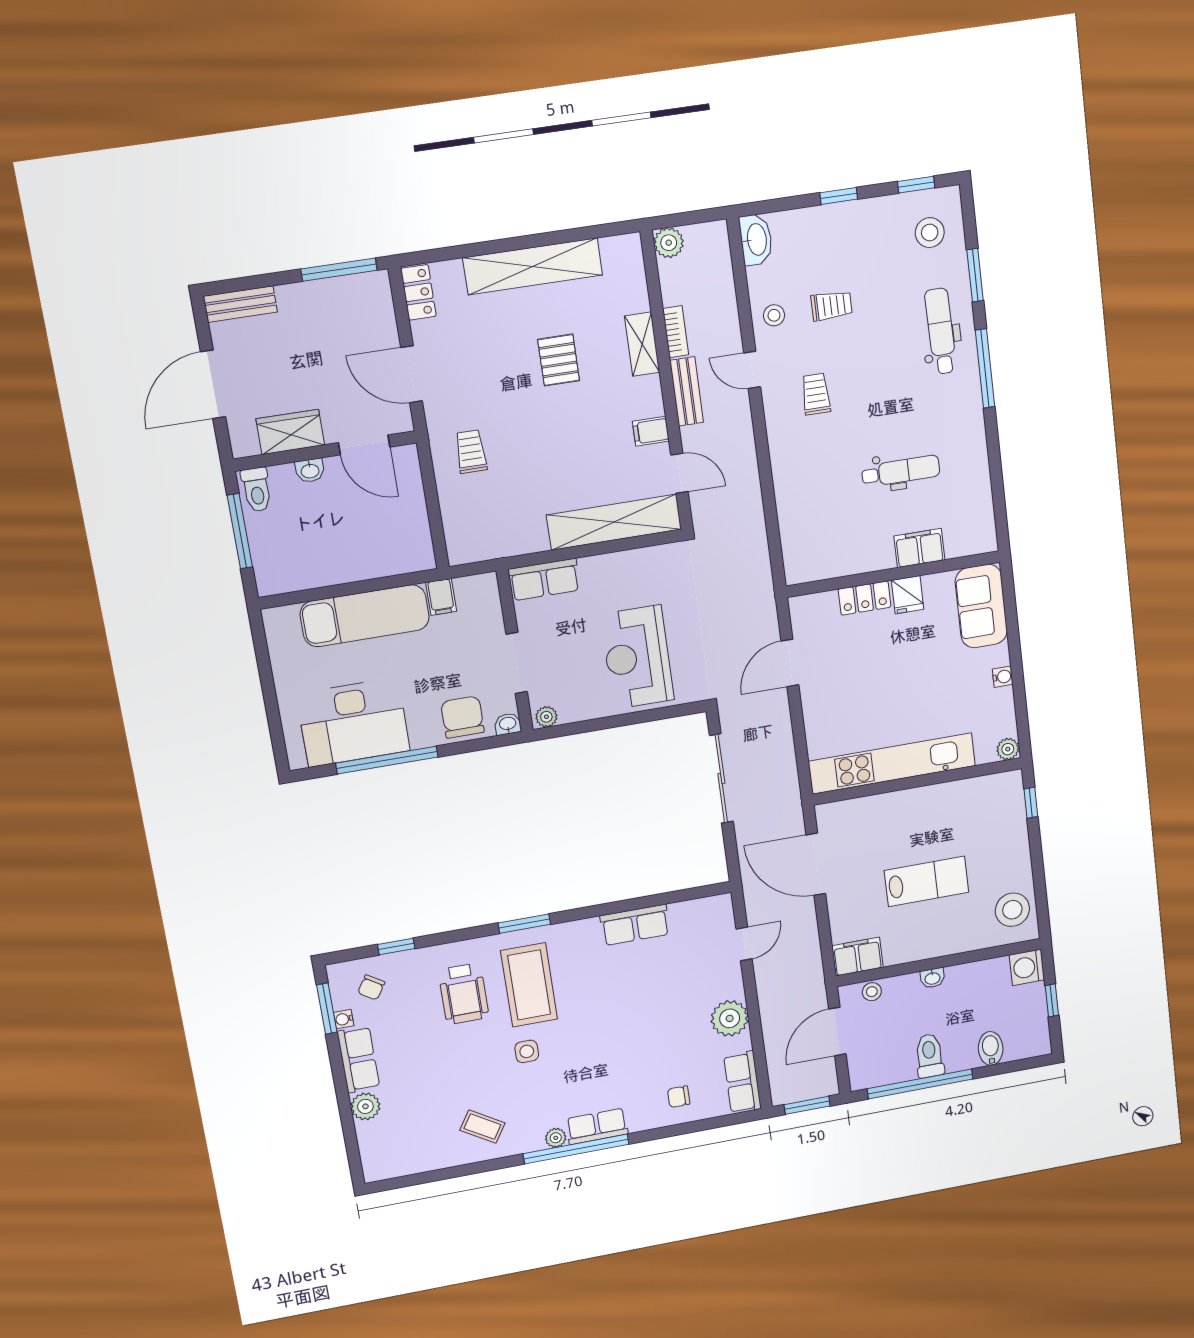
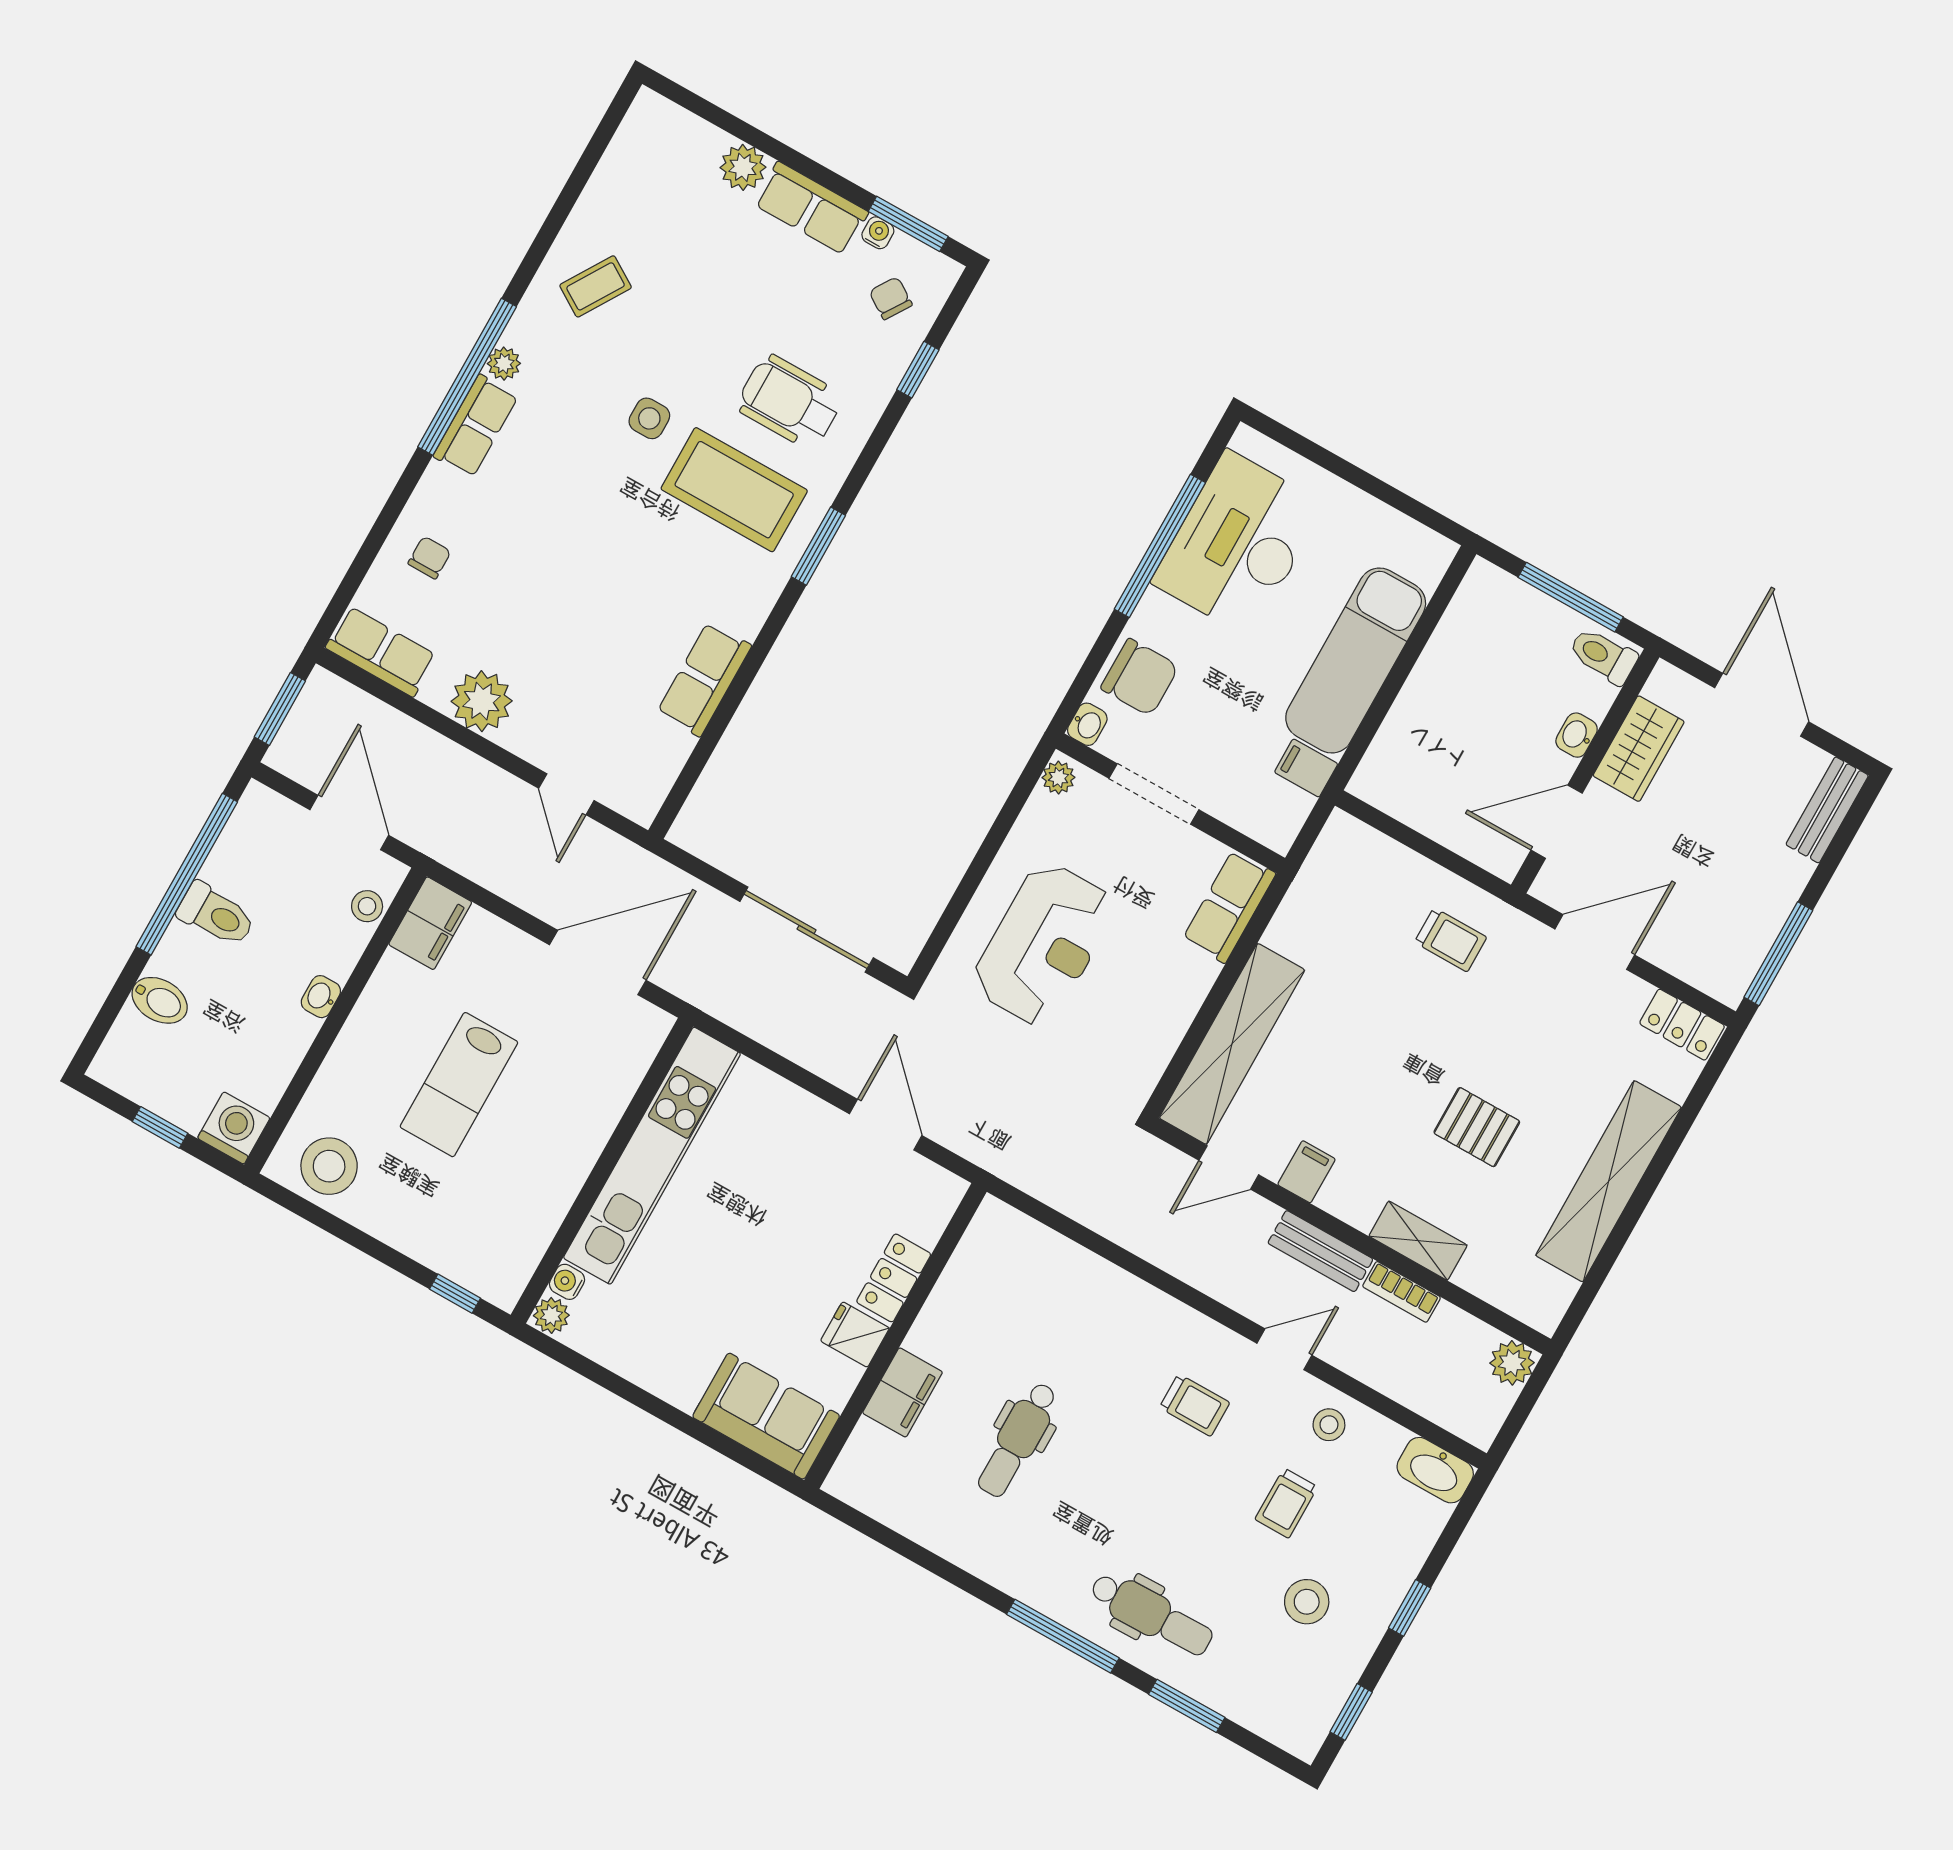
stool: (930, 233) -> (1307, 1602), moved
reception desk: (637, 657) -> (1044, 944), turned 90
water cooler: (1003, 677) -> (567, 1282), moved, turned 90

